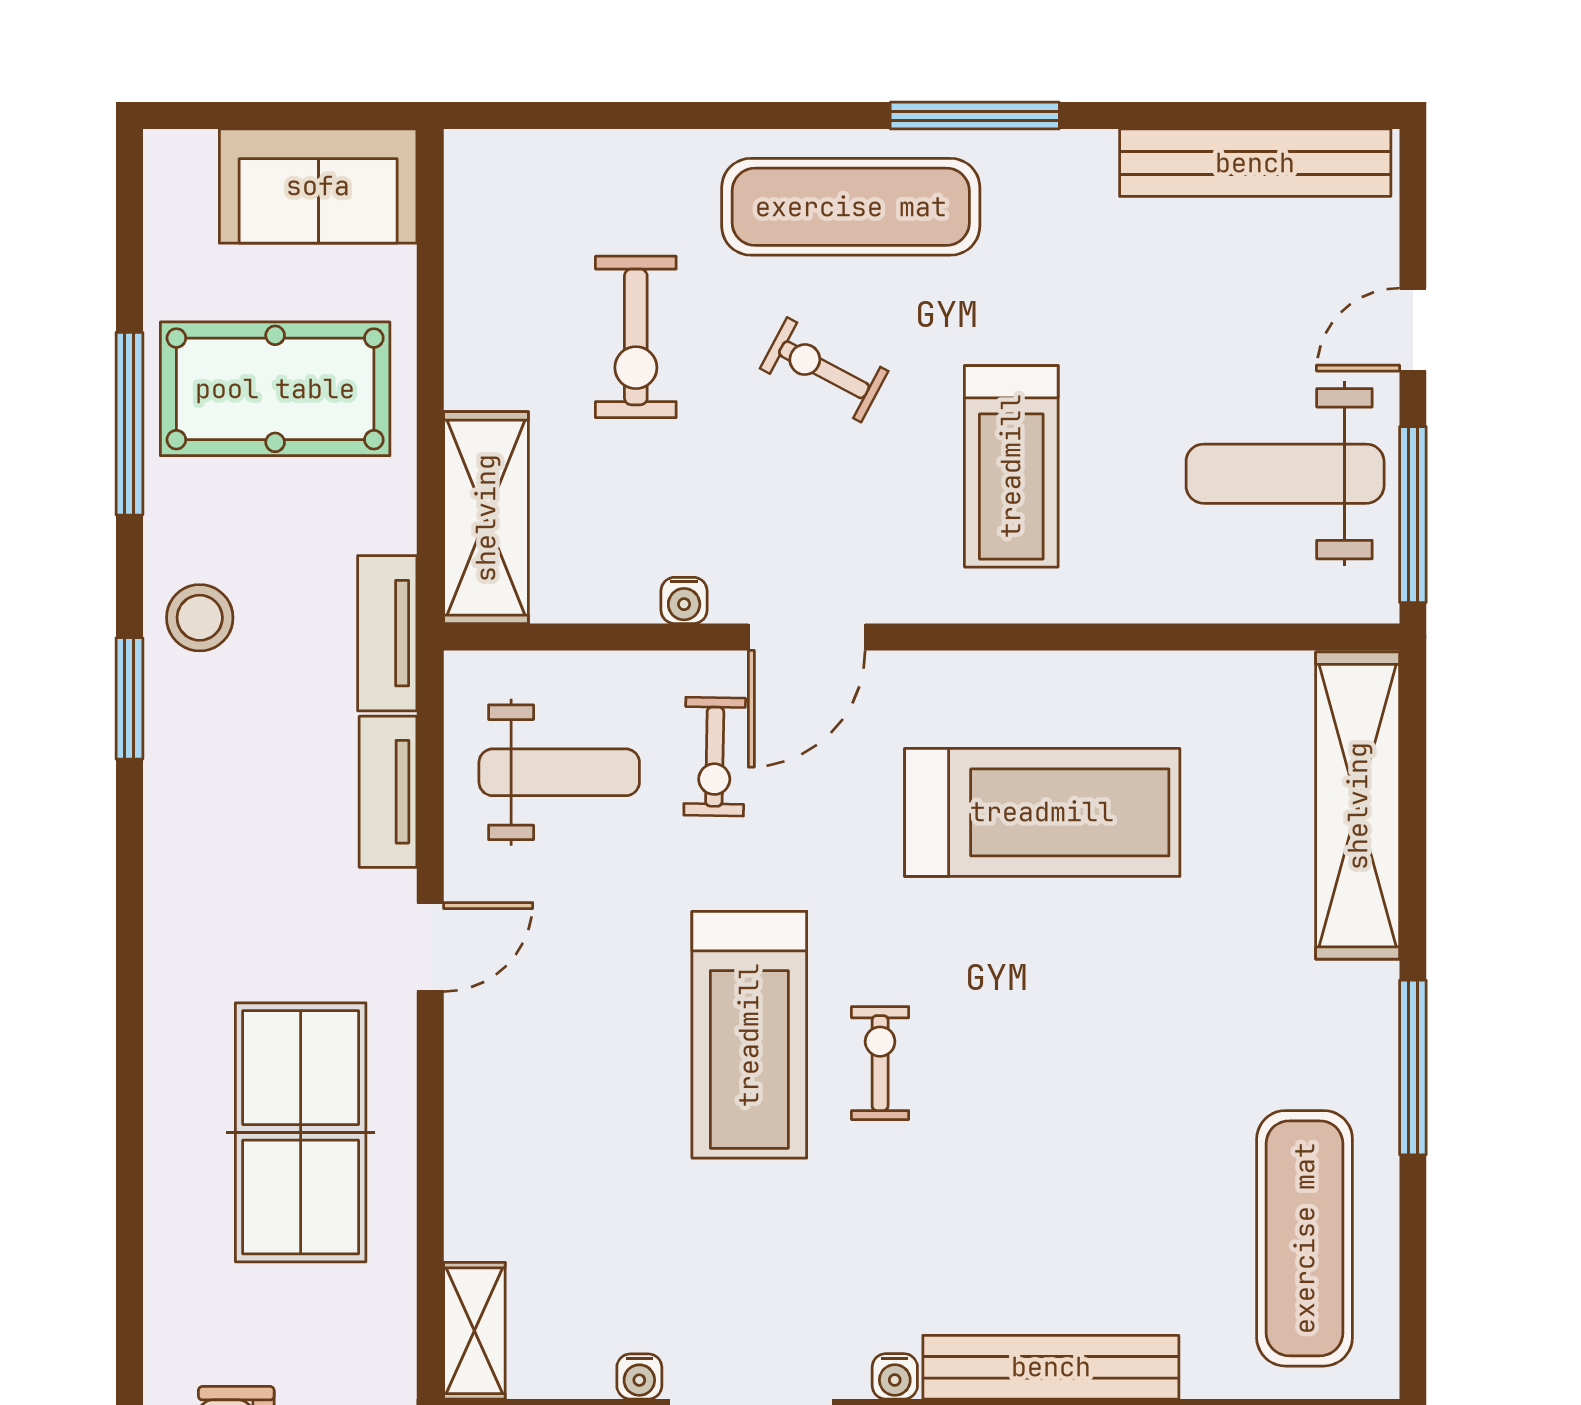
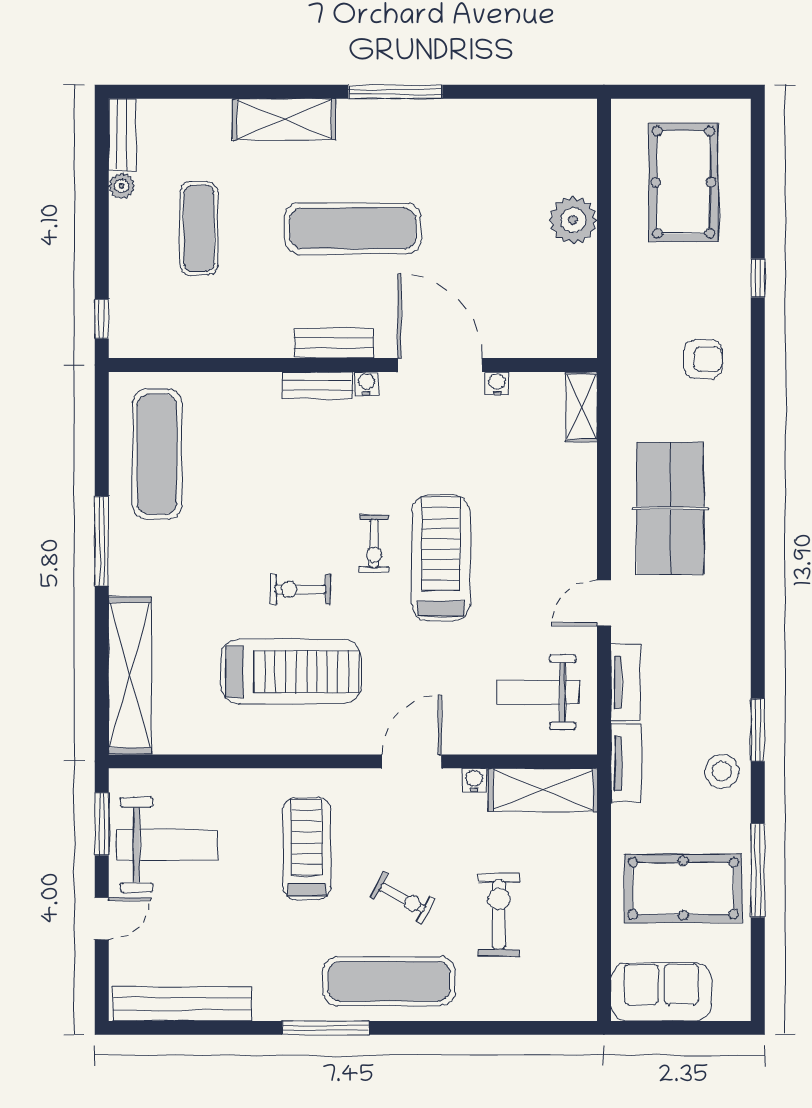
window: (1413, 515) -> (102, 824), width x0.69
shelving: (486, 518) -> (543, 790), moved, turned 90
exercise bike: (715, 757) -> (300, 589), moved, turned -91
treadmill: (1042, 812) -> (291, 672), turned 180
bench: (1051, 1367) -> (317, 385), width x0.54, depth x0.82

